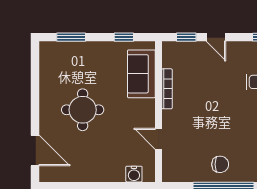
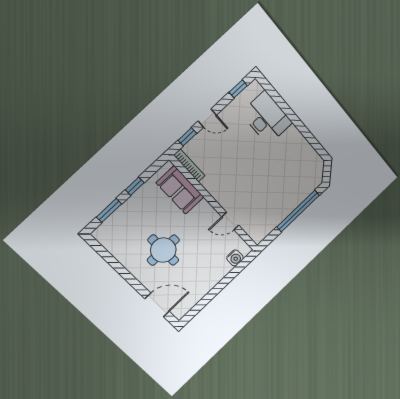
window: (124, 37) -> (135, 186), moved
bookcase: (167, 89) -> (189, 165), moved
chair: (220, 164) -> (284, 199), removed

